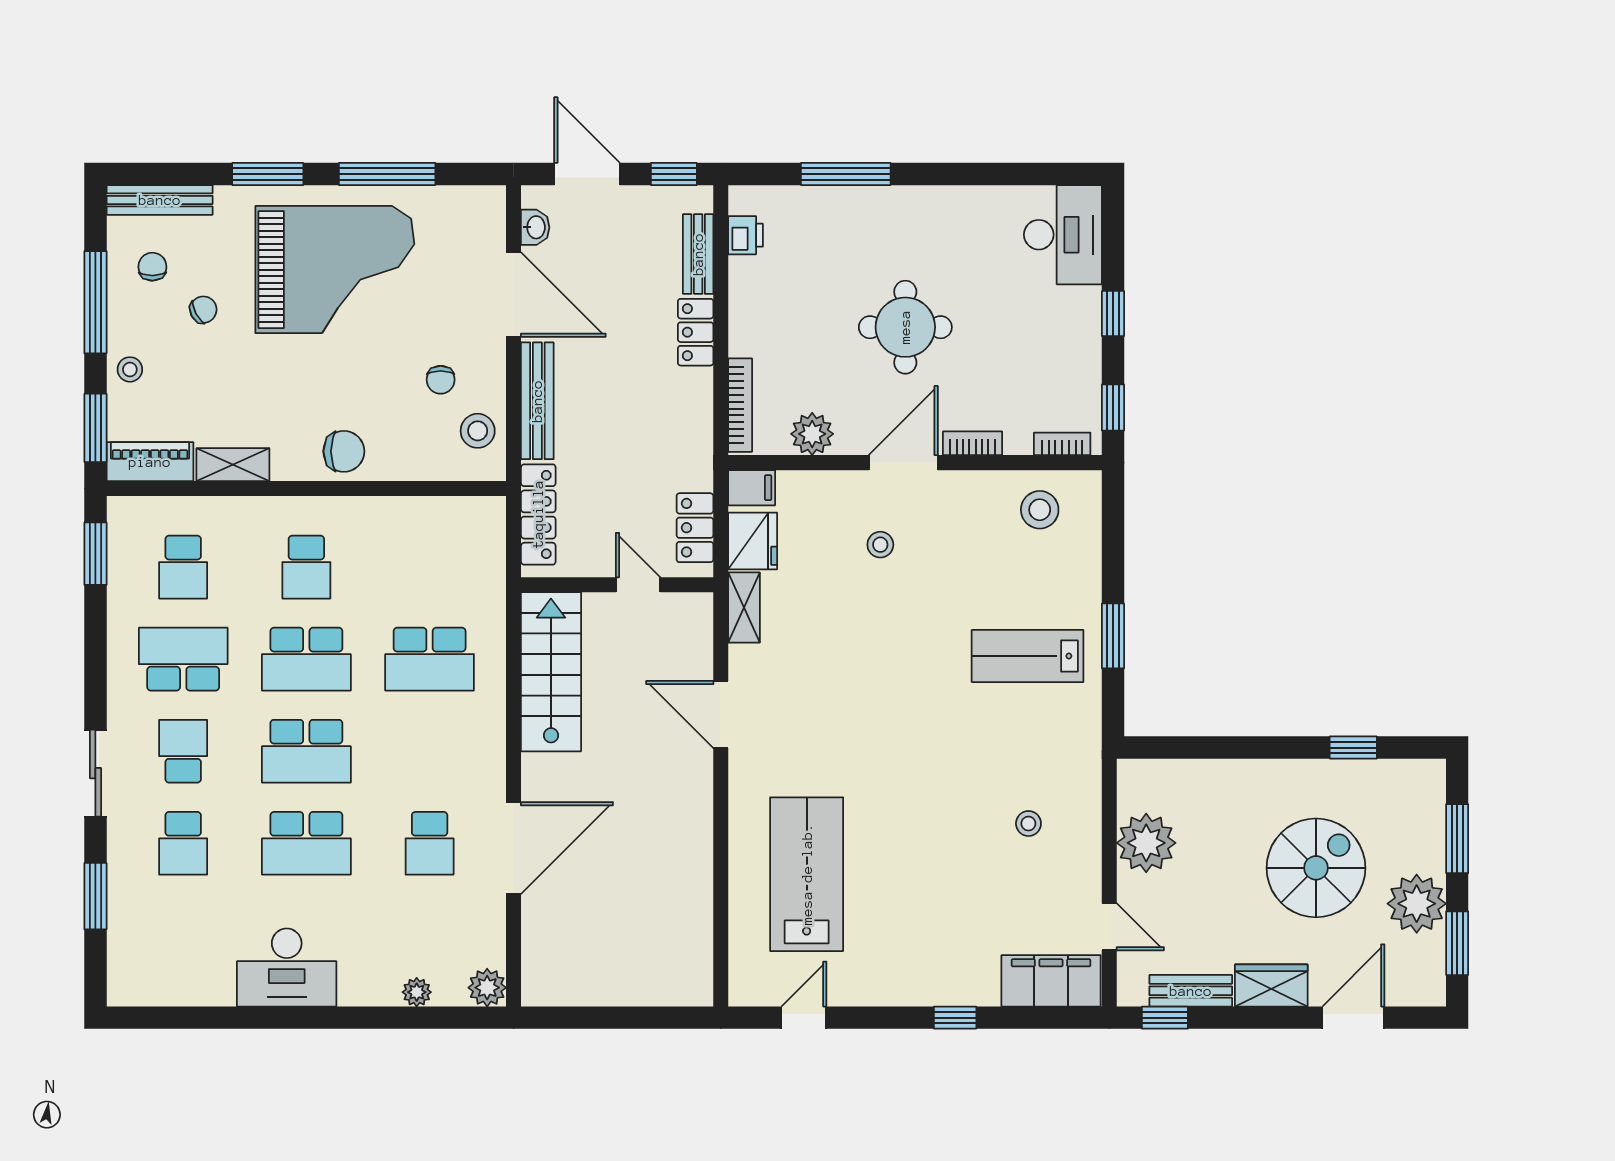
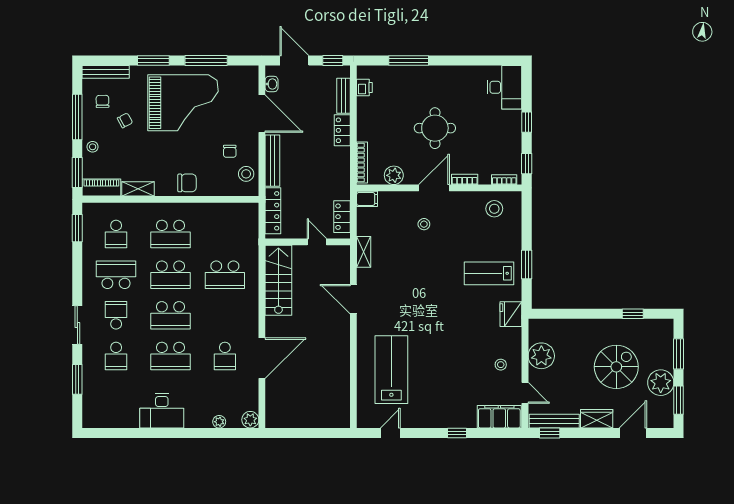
fridge: (753, 541) -> (511, 314), moved, turned 180
school desk: (306, 567) -> (170, 234), width x1.85
stool: (1028, 824) -> (501, 365), moved
bench: (1191, 991) -> (554, 421), width x1.36

